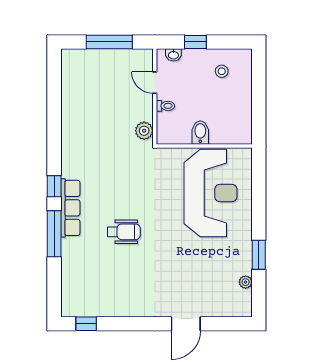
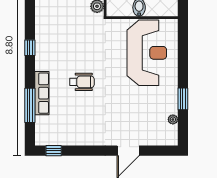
row of seats: (70, 208) -> (42, 93), moved
window: (54, 234) -> (30, 105), moved

